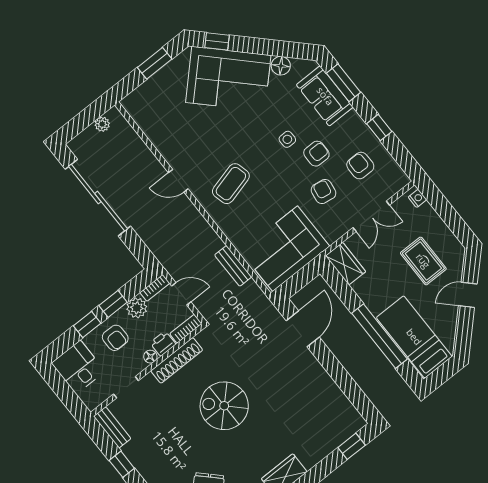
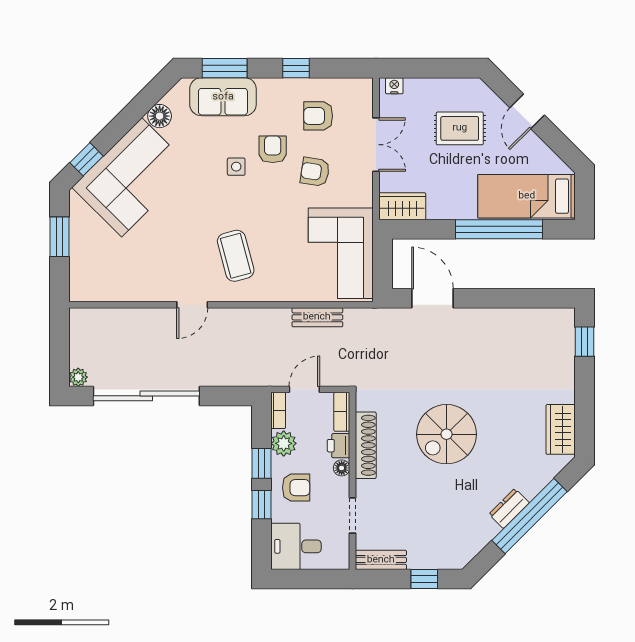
plant: (102, 124) -> (78, 377), moved

